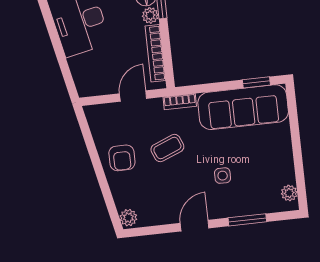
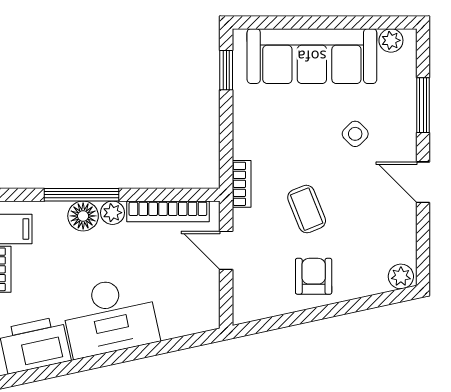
sofa: (243, 107) -> (312, 56), moved, turned 90
armchair: (122, 158) -> (314, 276), turned -90
side table: (223, 176) -> (355, 134), turned 45

